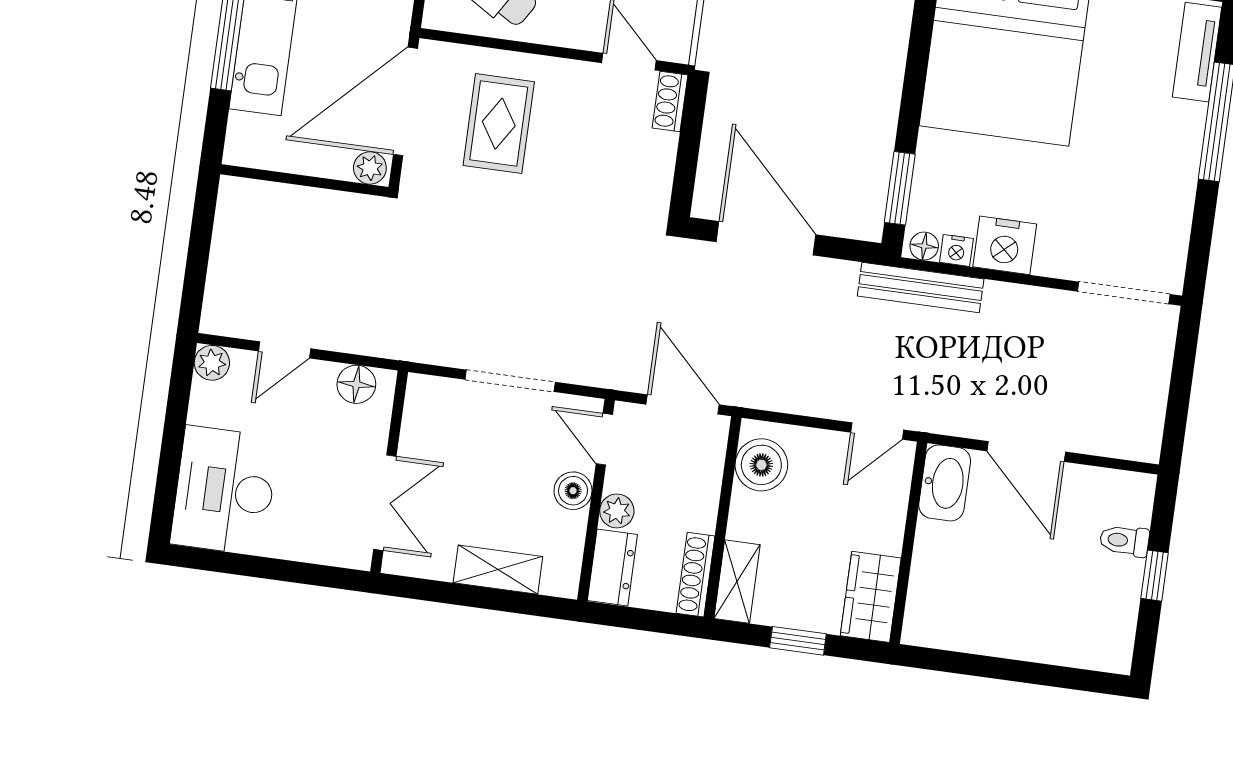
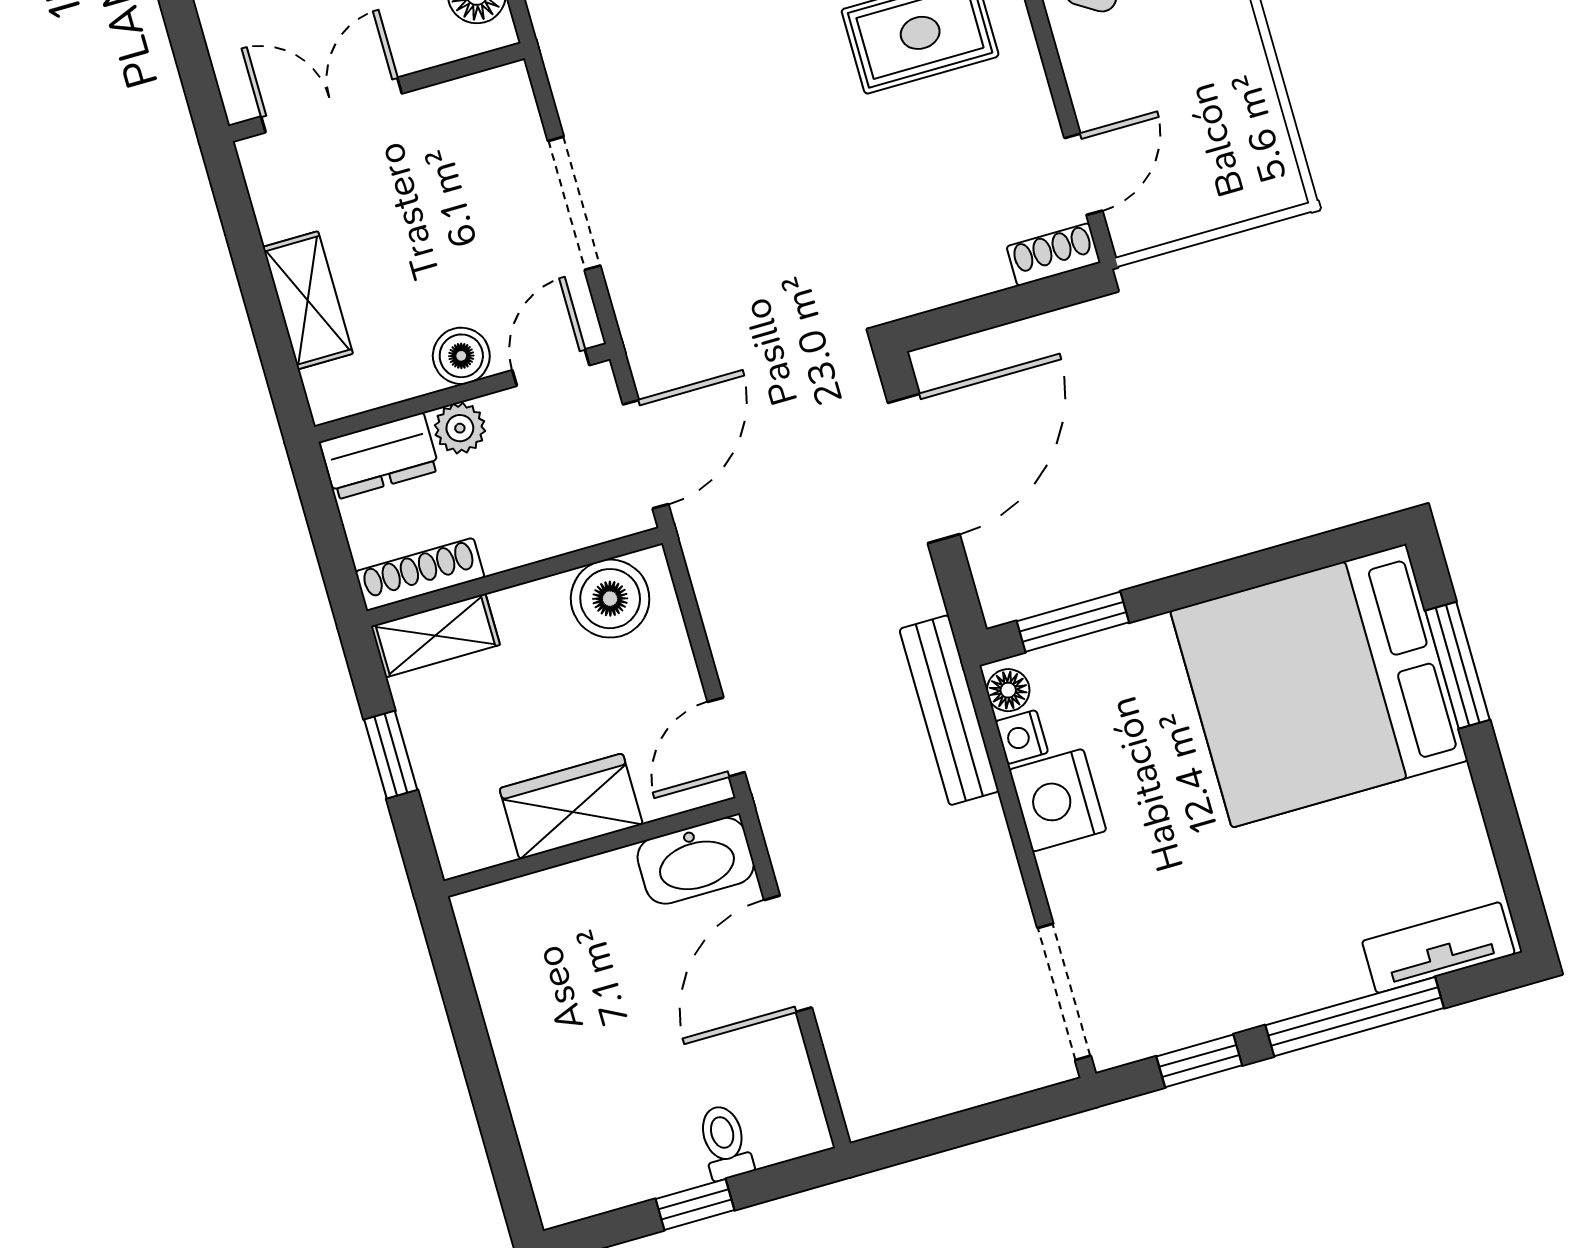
window: (1202, 229) -> (1199, 1061), added
door: (877, 431) -> (726, 737), hinge flipped
double door: (385, 503) -> (332, 105), swing flipped
wardrobe: (871, 597) -> (571, 806), moved

